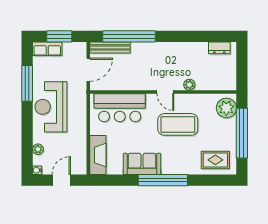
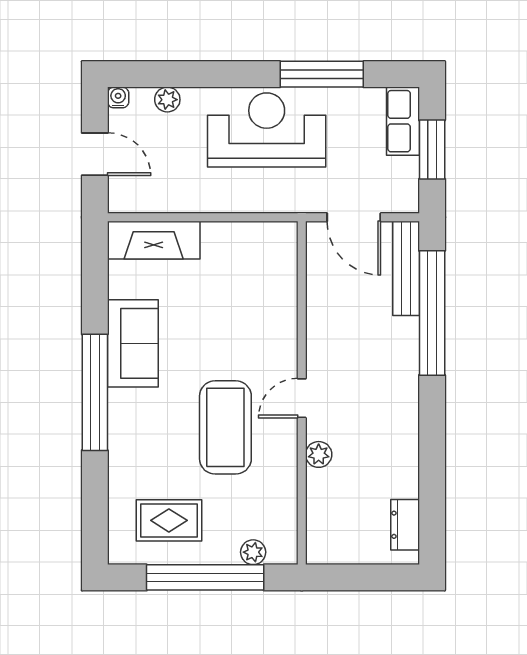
bar counter: (120, 108) -> (265, 291), removed
plant: (226, 108) -> (253, 552), width x0.53, depth x0.53
rug: (215, 160) -> (169, 520), moved, turned 90

